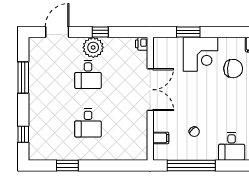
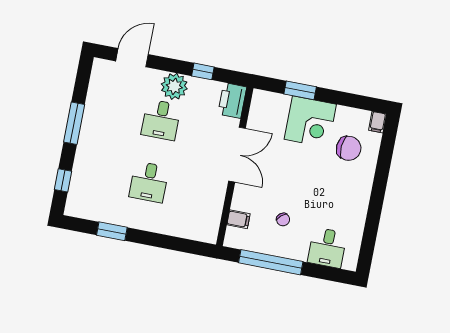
window: (100, 32) -> (203, 71), moved
printer: (142, 44) -> (232, 101), width x1.87, depth x1.48
window: (23, 78) -> (74, 123), moved

